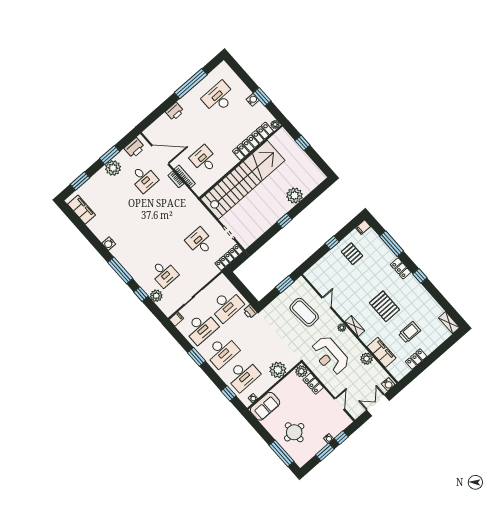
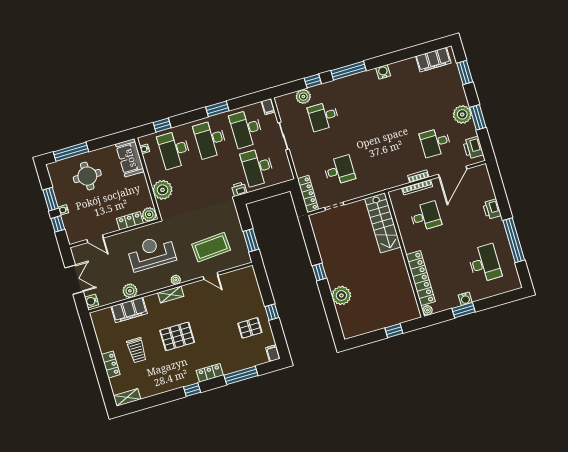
stairs: (243, 180) -> (383, 223), width x0.54, depth x0.66
locker: (416, 359) -> (111, 365), moved

